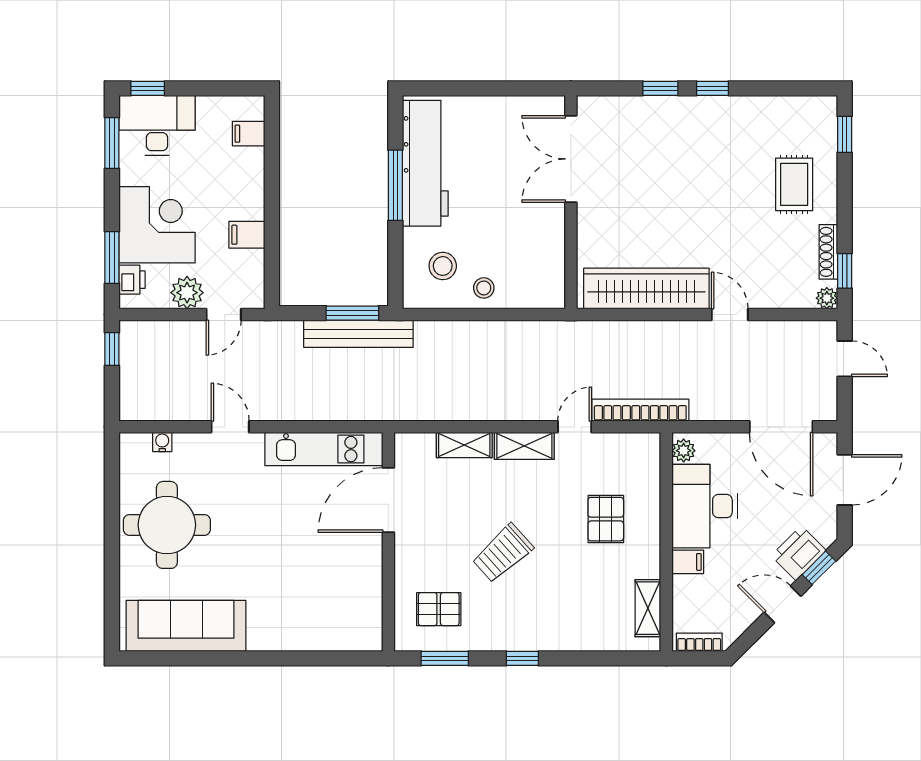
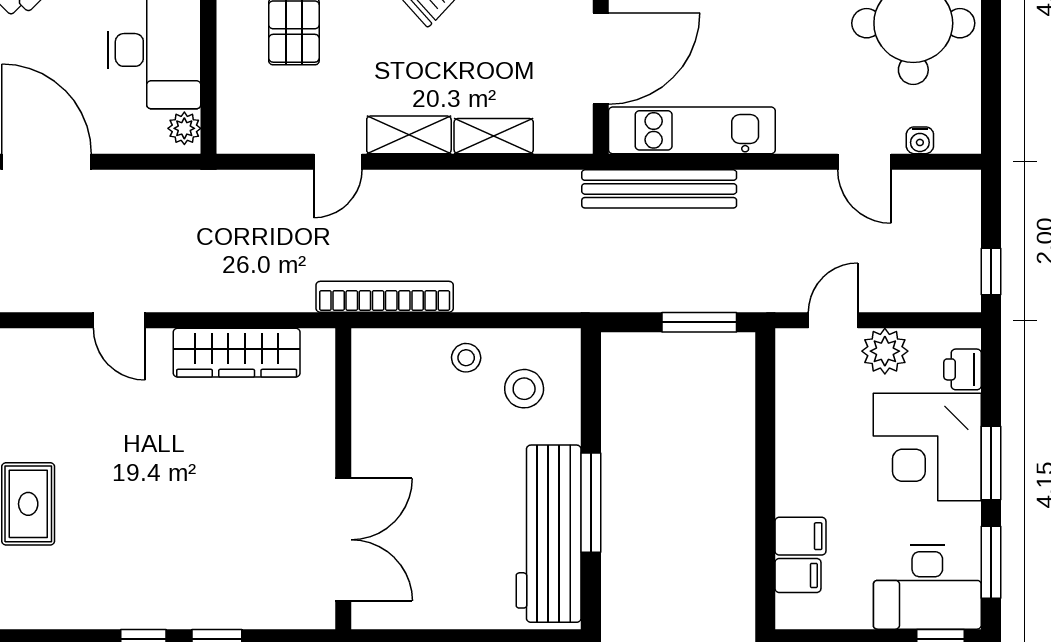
filing cabinet: (247, 235) -> (800, 536), moved
window: (112, 258) -> (991, 463), moved
wardrobe: (646, 289) -> (237, 353), width x0.71, depth x0.85
window: (352, 313) -> (699, 322), moved
bench: (358, 334) -> (659, 189), moved
bookcase: (640, 410) -> (385, 297), moved, turned 180
door: (230, 427) -> (864, 162), moved

